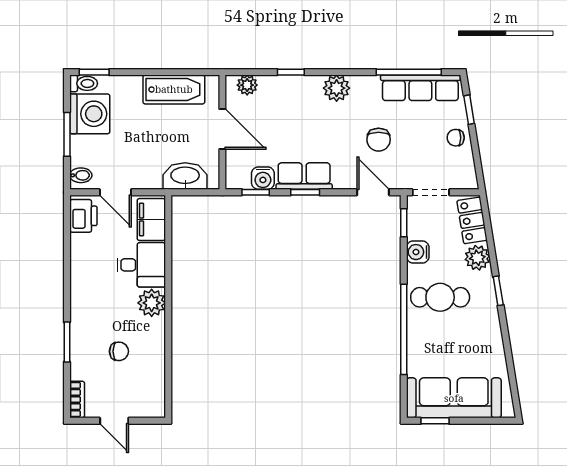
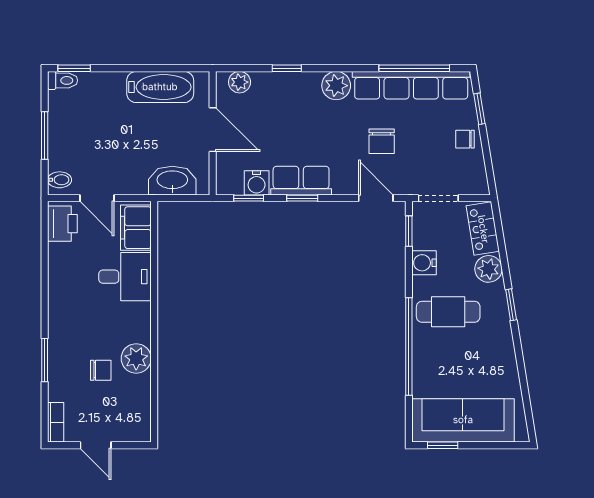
row of seats: (420, 88) -> (411, 85), width x1.36
washing machine: (90, 114) -> (69, 113), removed
plant: (152, 303) -> (136, 358), moved

